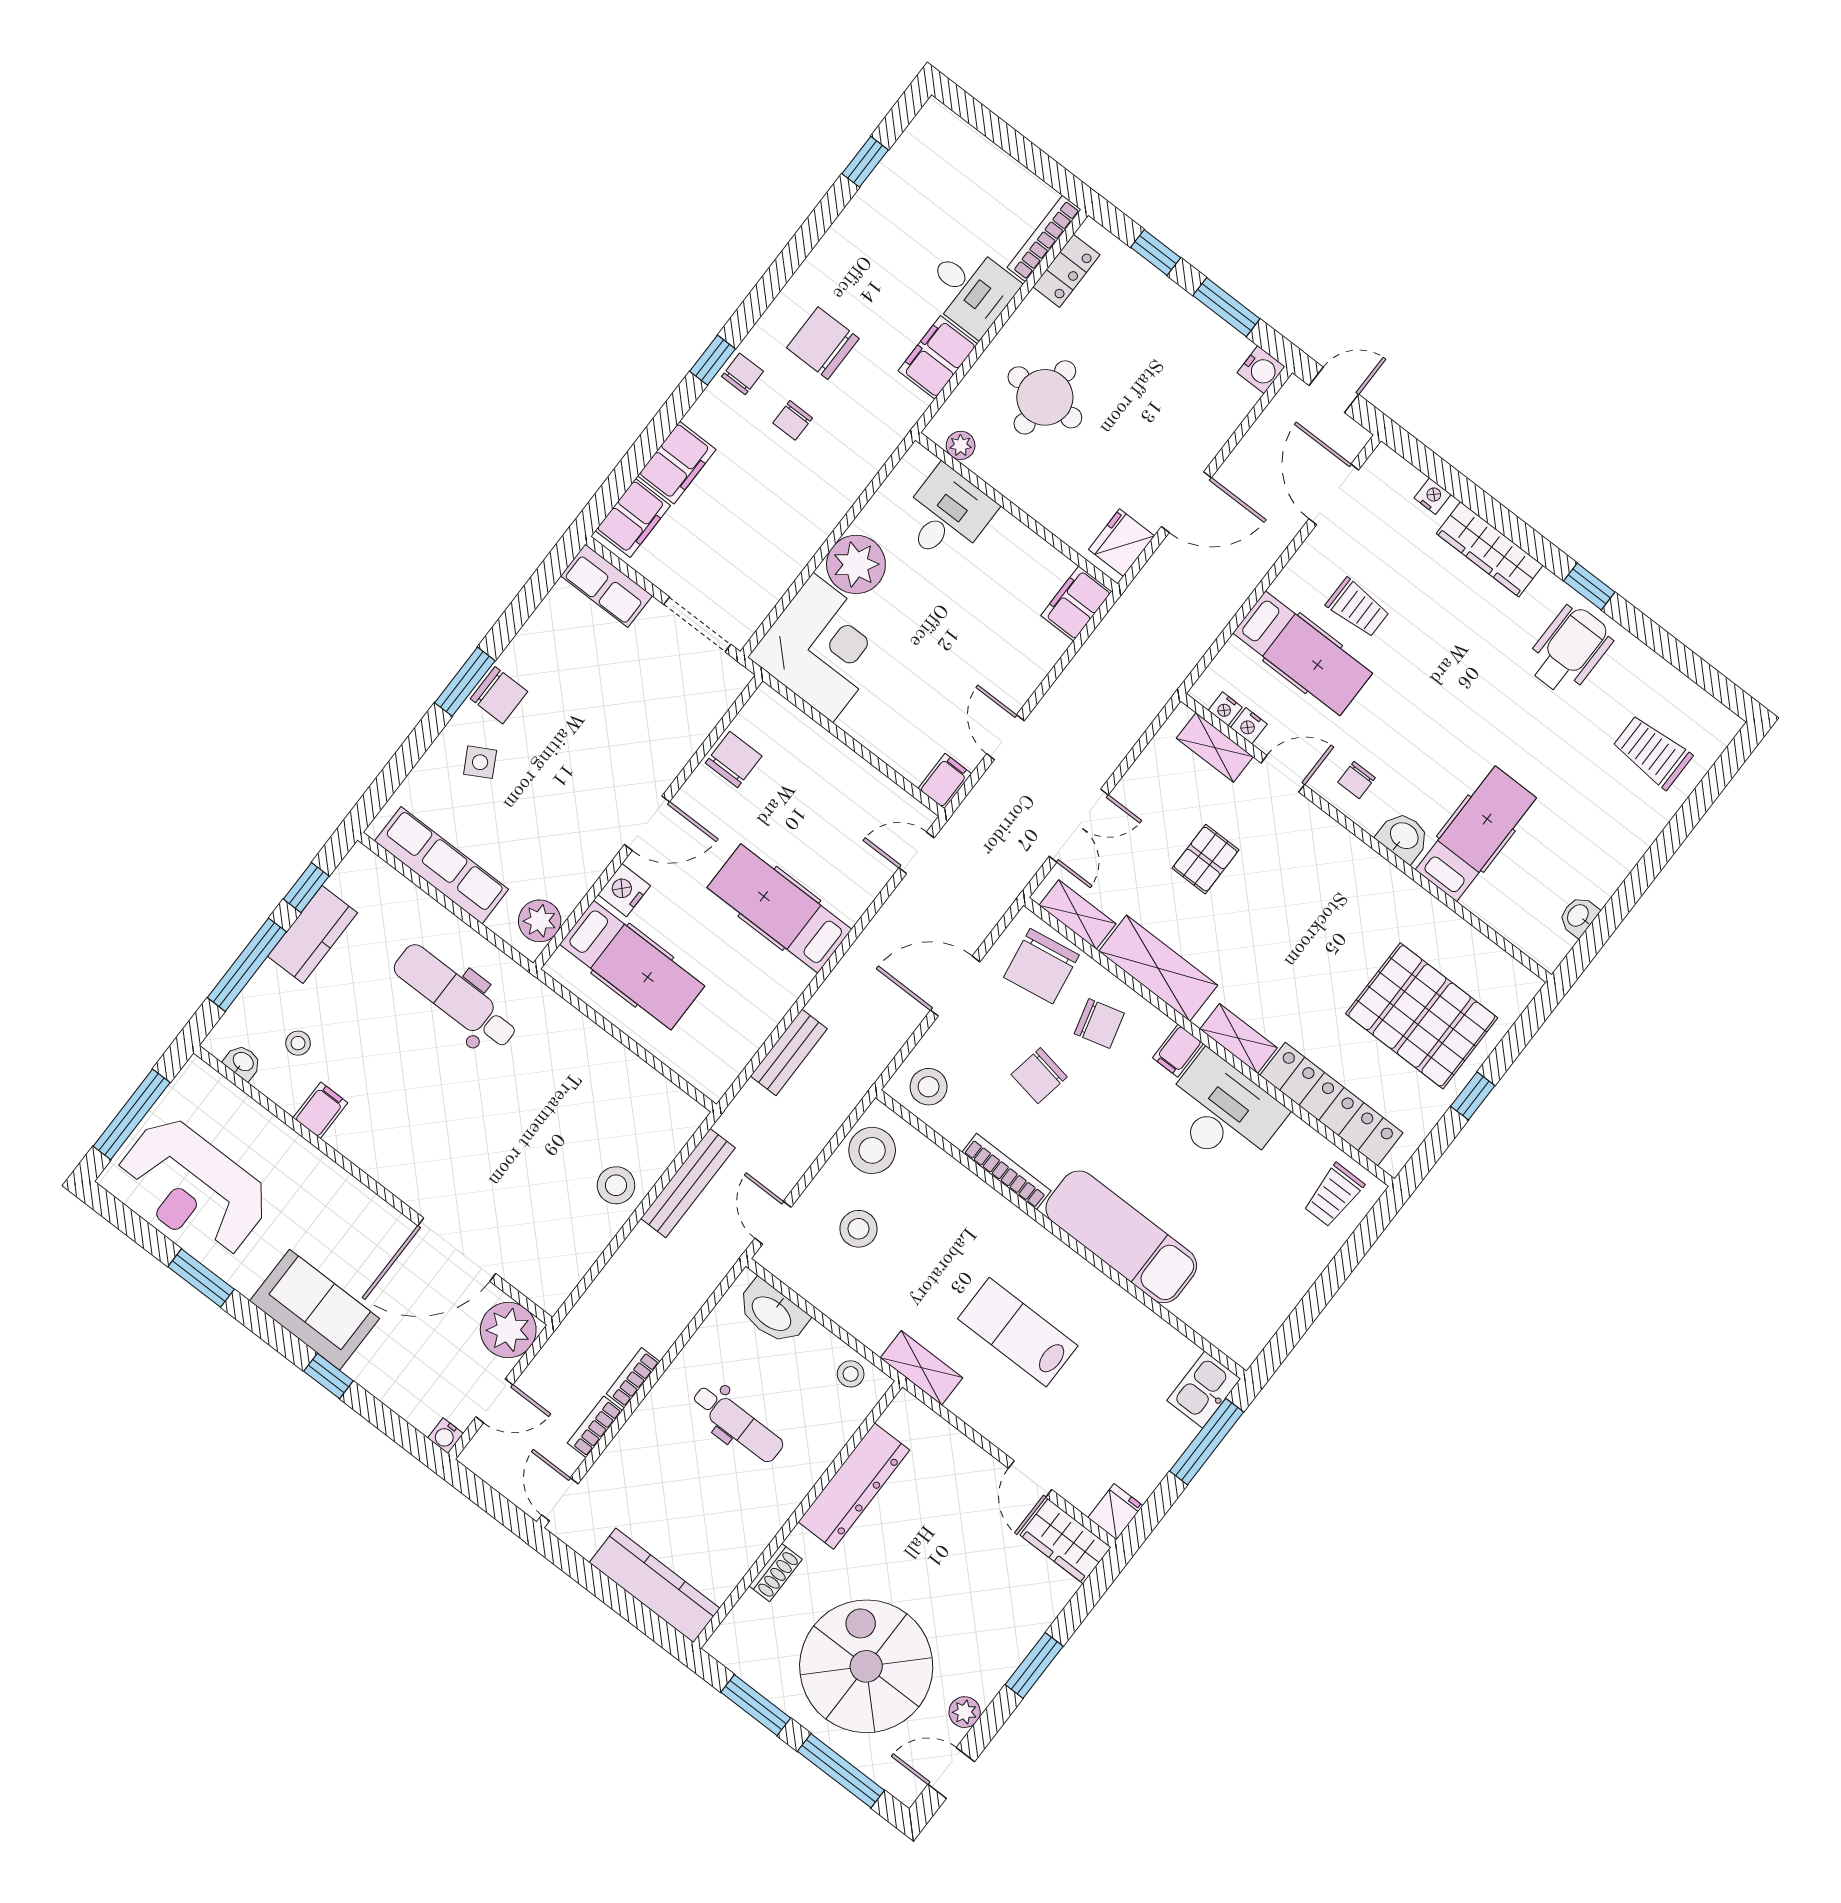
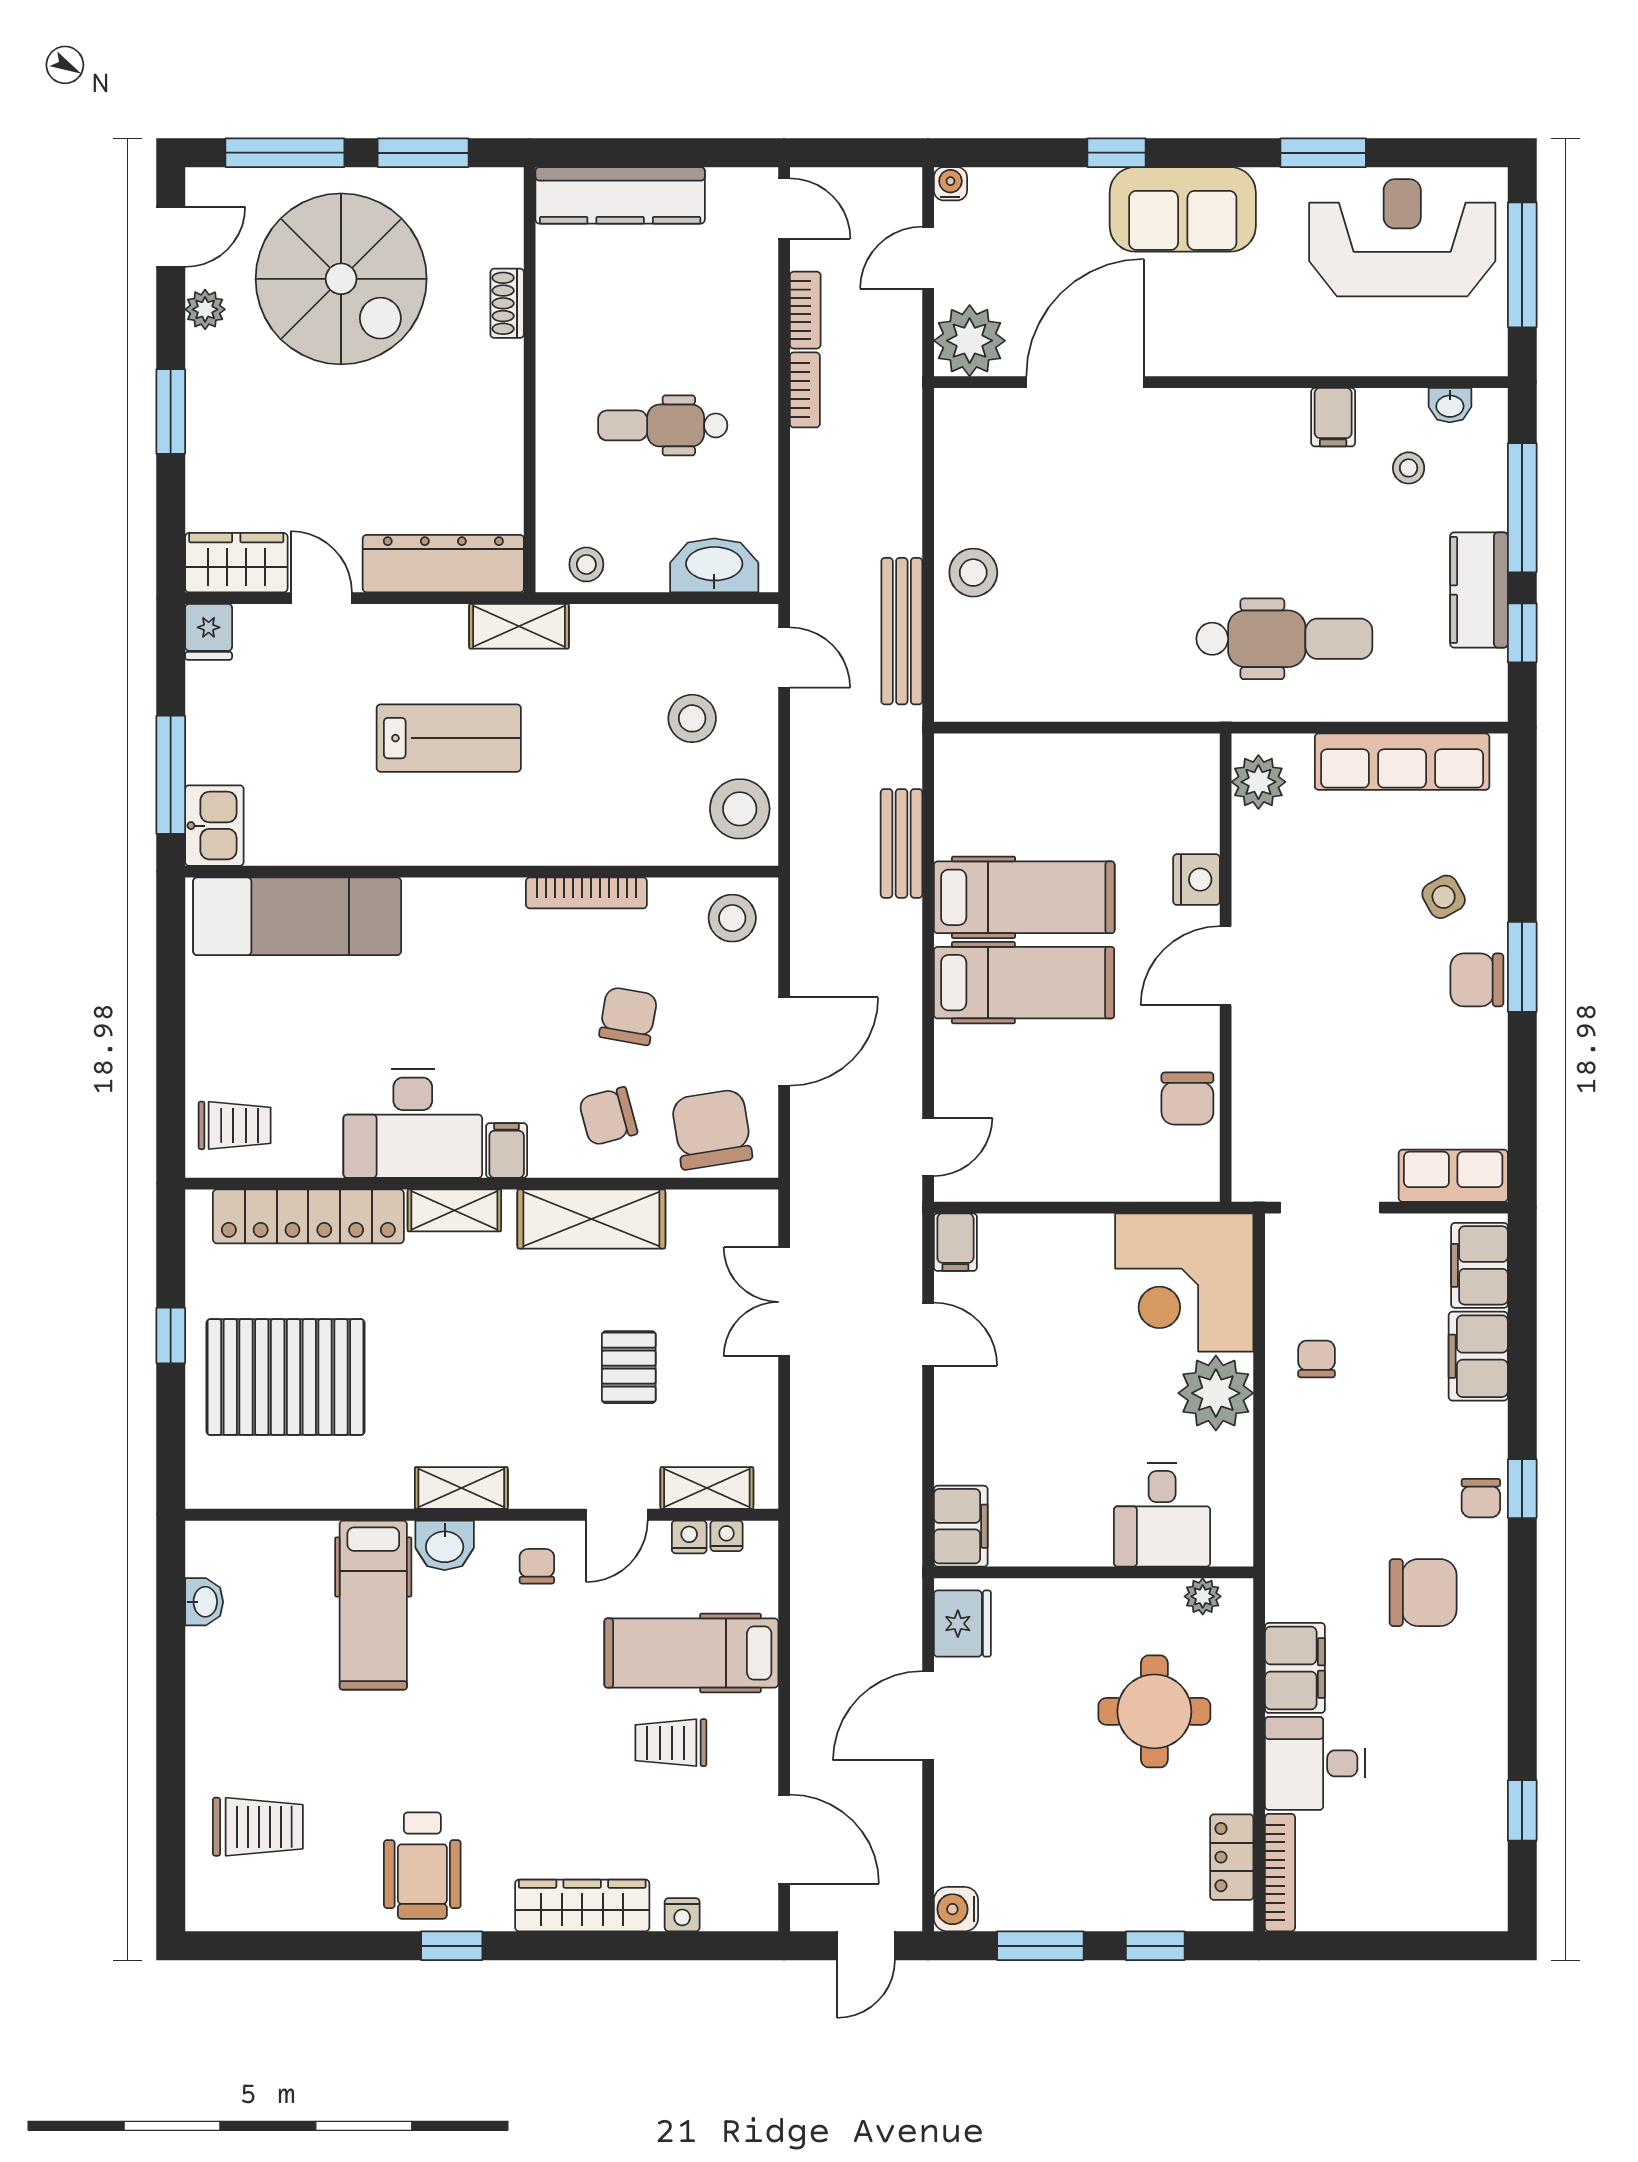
chair: (793, 420) -> (1317, 1359), moved
shelving: (1077, 915) -> (461, 1488), moved
hospital bed: (632, 965) -> (1024, 897), moved, turned 180
trolley: (1334, 1195) -> (235, 1125), turned 90
exam couch: (1121, 1237) -> (297, 916), moved
dresser: (854, 1486) -> (443, 564), moved, turned 90

